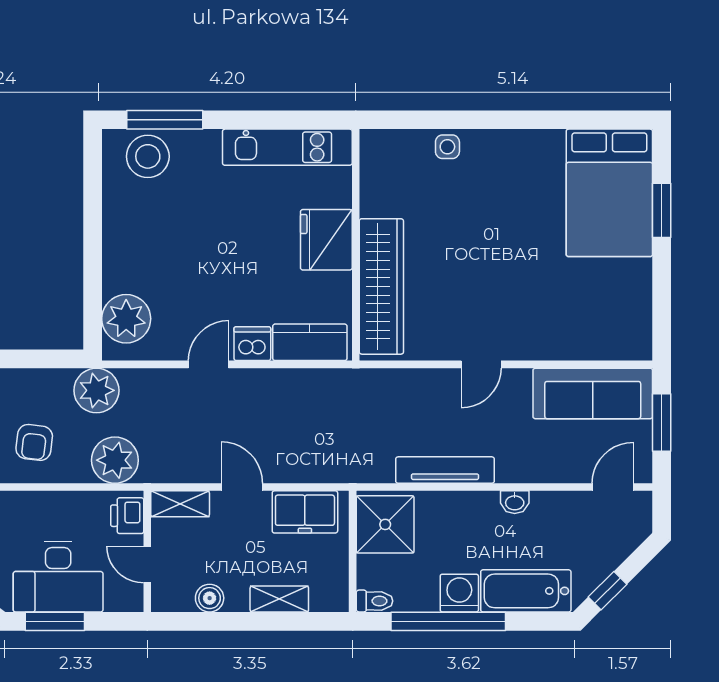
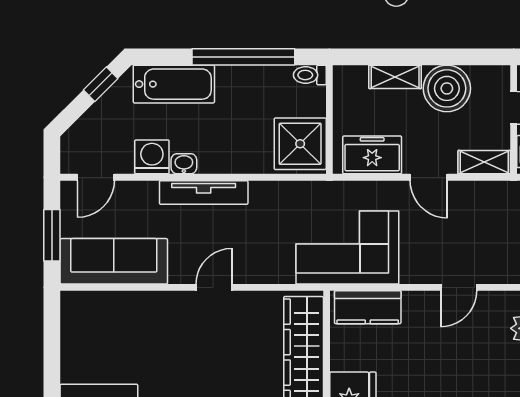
dishwasher: (252, 344) -> (419, 306), removed
corner sofa: (333, 409) -> (347, 247), added
tv unit: (445, 470) -> (204, 193), moved
washing machine: (459, 593) -> (152, 157), moved, turned 180
boiler: (210, 598) -> (447, 88), width x1.86, depth x1.86

